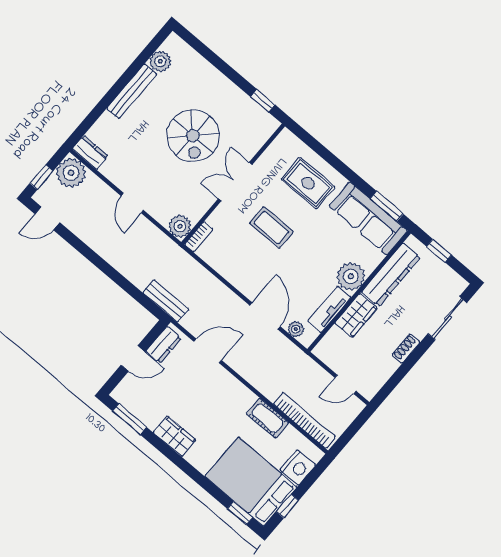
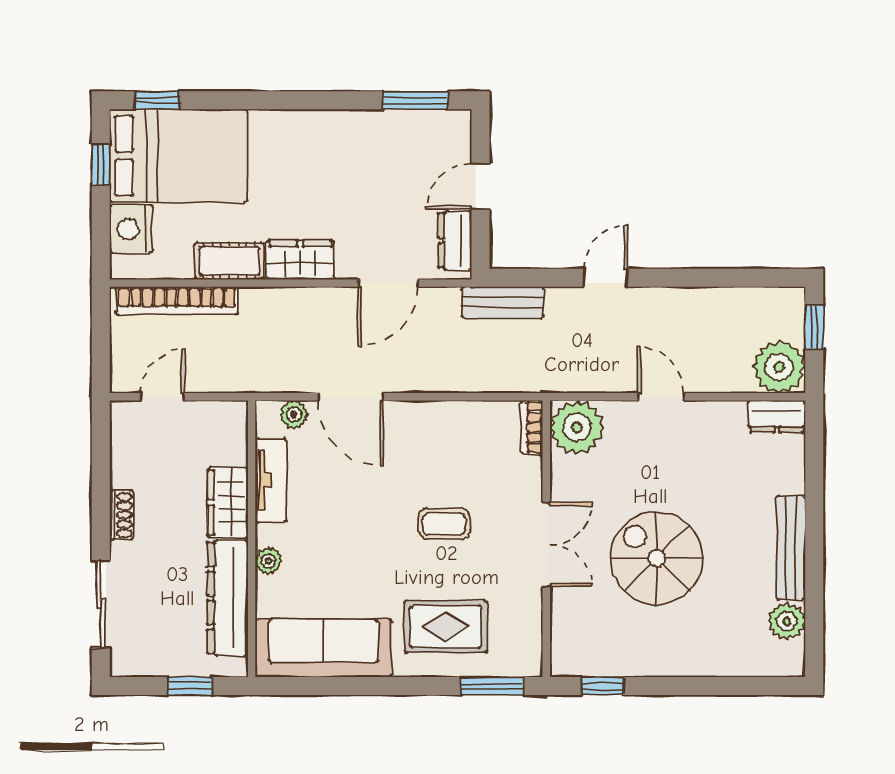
window: (387, 206) -> (492, 686), moved
door: (47, 218) -> (606, 278), moved
plant: (180, 226) -> (577, 427), width x1.36, depth x1.36
coffee table: (271, 228) -> (444, 524), width x0.73, depth x0.77
plant: (351, 276) -> (268, 561), width x0.53, depth x0.53
wardrobe: (175, 436) -> (300, 260), moved, turned 180

